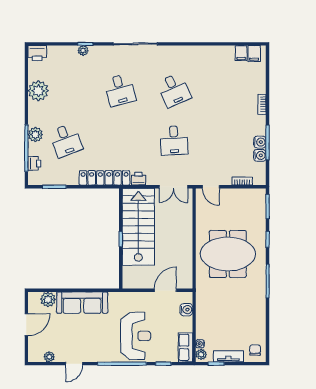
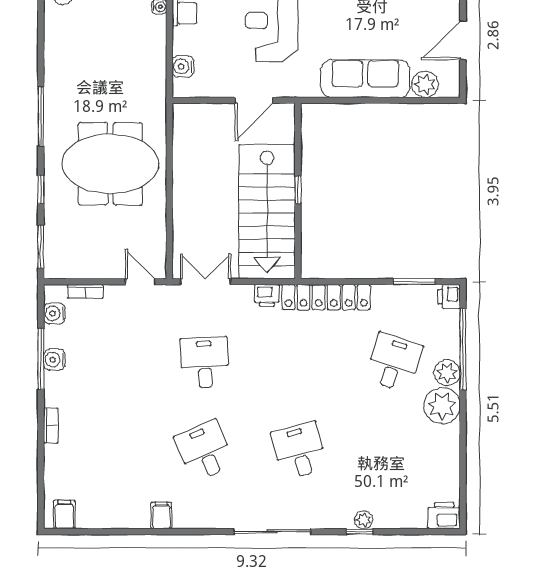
filing cabinet: (241, 53) -> (161, 515), moved
plant: (38, 91) -> (442, 406), moved
desk: (66, 140) -> (394, 363), turned 39
water cooler: (260, 155) -> (54, 313), moved
printer: (34, 163) -> (449, 297), moved
door: (165, 290) -> (254, 100), moved

